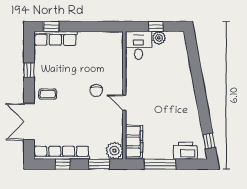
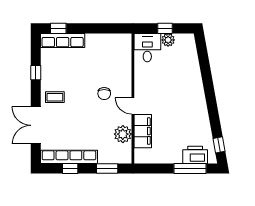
filing cabinet: (134, 142) -> (143, 131), moved
plant: (114, 151) -> (123, 134), moved
window: (160, 164) -> (190, 168), moved

